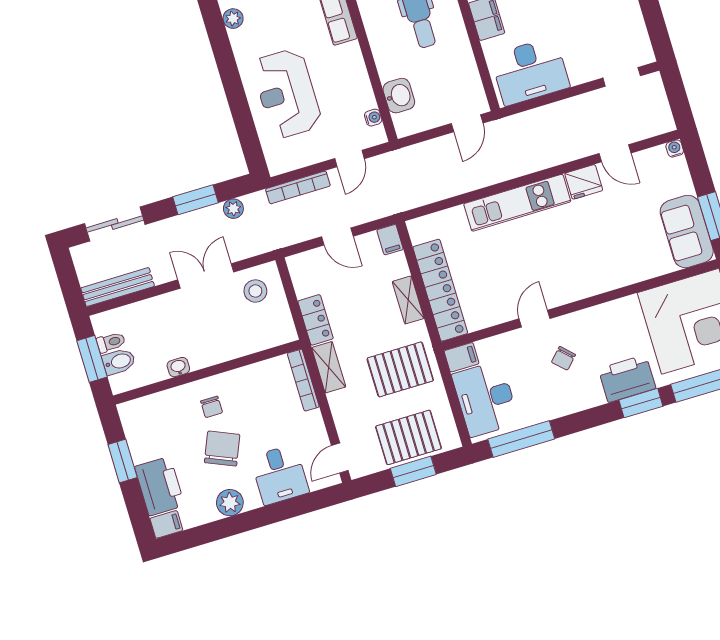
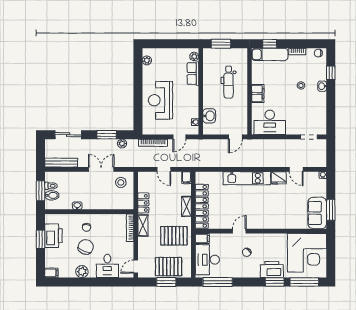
printer: (160, 486) -> (53, 236), moved

